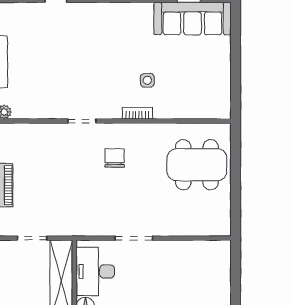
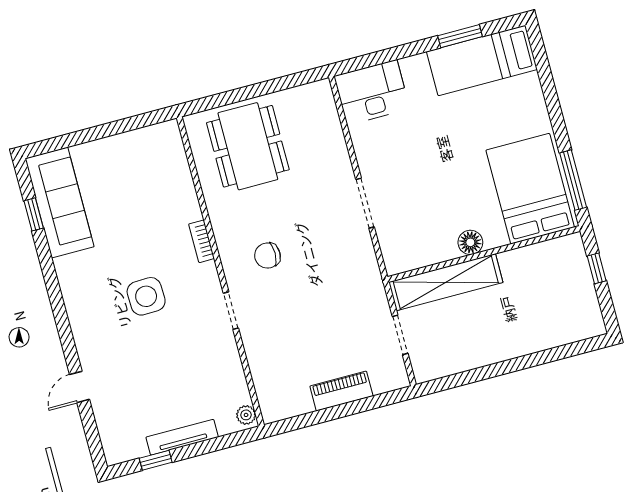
side table: (147, 80) -> (146, 296), moved, width x1.87, depth x1.87
desk: (95, 272) -> (372, 92), moved, turned 180

